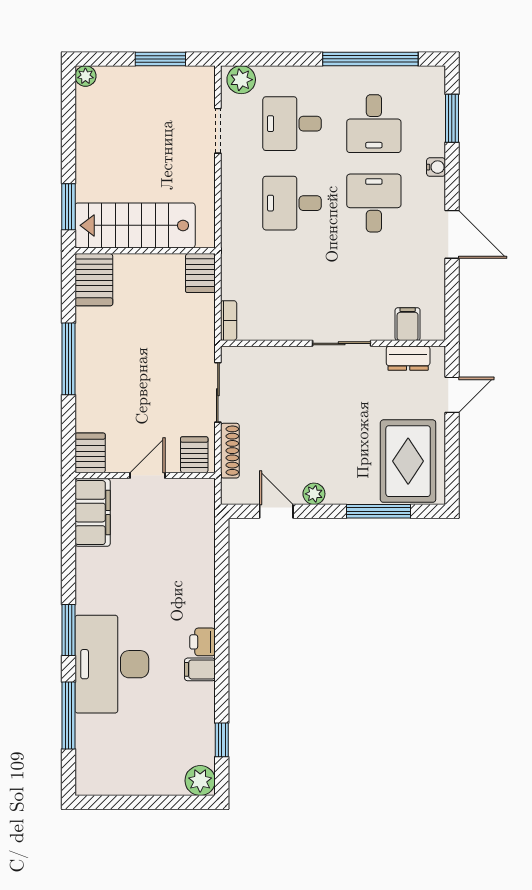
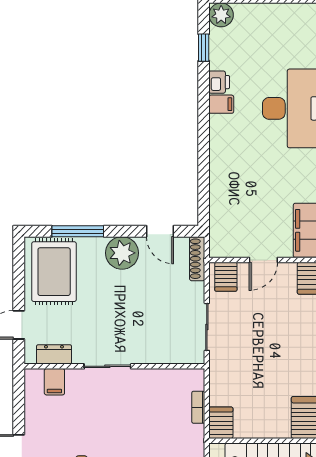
bookcase: (229, 321) -> (198, 407), moved
shoe rack: (230, 451) -> (197, 259), moved
plant: (314, 494) -> (122, 253), width x1.87, depth x1.87
printer: (203, 642) -> (219, 82), moved

